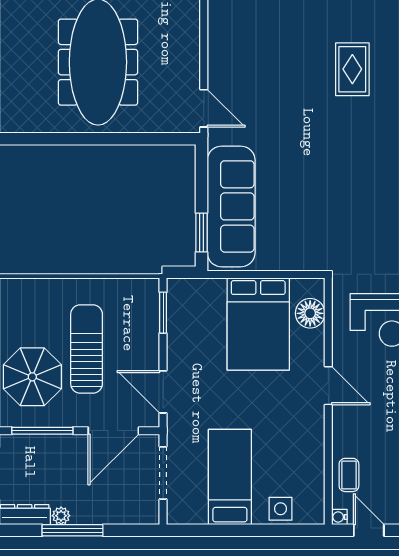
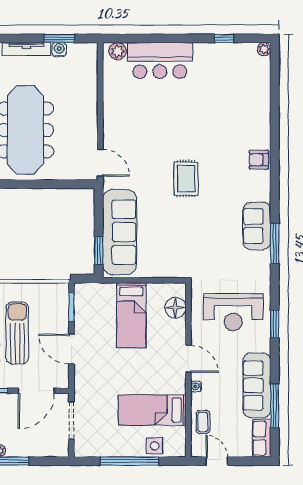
rug: (352, 69) -> (186, 179), moved
bed: (258, 324) -> (131, 315), width x0.67
door: (163, 392) -> (71, 349), moved
bed: (230, 477) -> (152, 410), moved, turned -90
water cooler: (339, 517) -> (196, 386), moved
window: (245, 530) -> (129, 461), added

